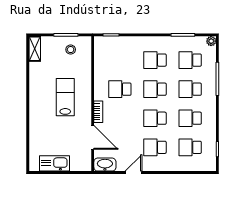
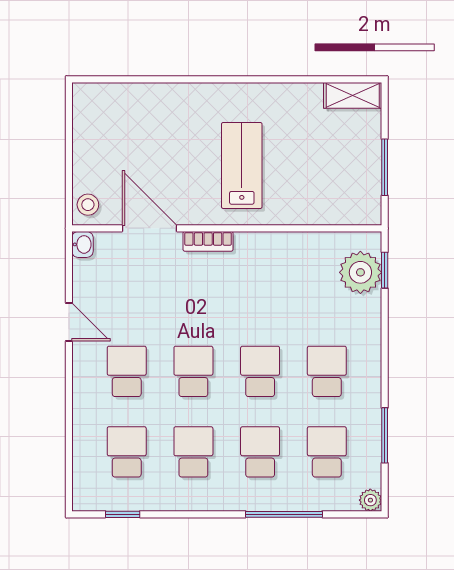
plant: (112, 45) -> (360, 272), added
stool: (71, 50) -> (88, 205), moved
school desk: (120, 89) -> (260, 291), removed
lab bench: (65, 97) -> (242, 165), turned -90
door: (93, 137) -> (149, 228), swing flipped
kitchen sink: (54, 163) -> (90, 141), removed
washbasin: (105, 165) -> (82, 244), width x0.52, depth x0.69

